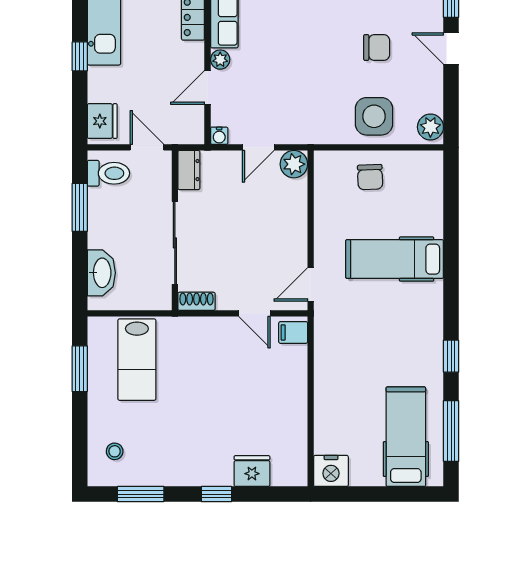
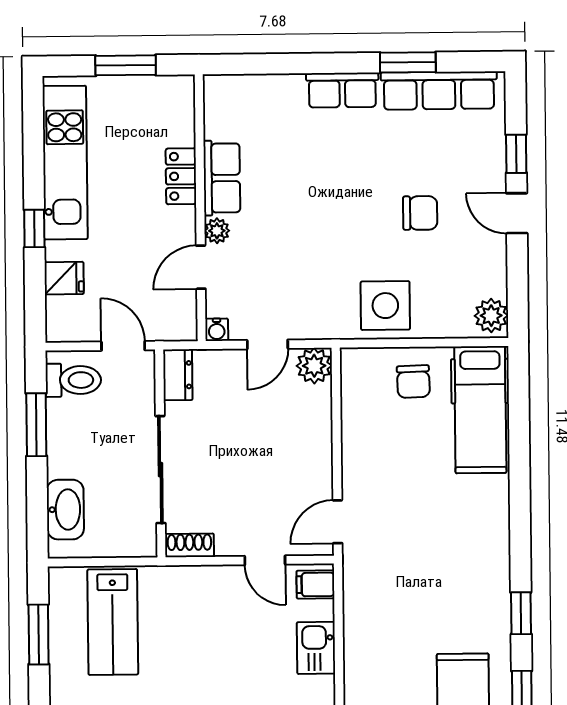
side table: (374, 116) -> (385, 306), moved
fridge: (102, 121) -> (64, 278), moved, width x0.72
hospital bed: (395, 259) -> (480, 410), moved, turned -90
kitchen sink: (293, 381) -> (316, 648), added

